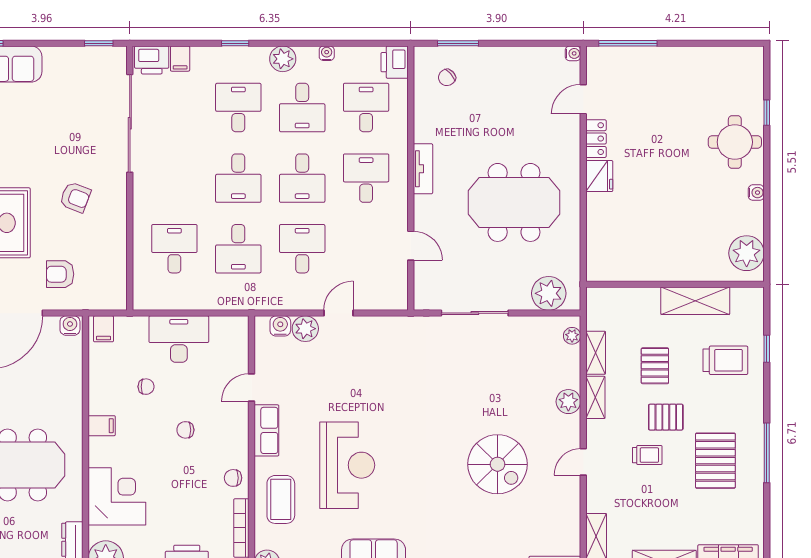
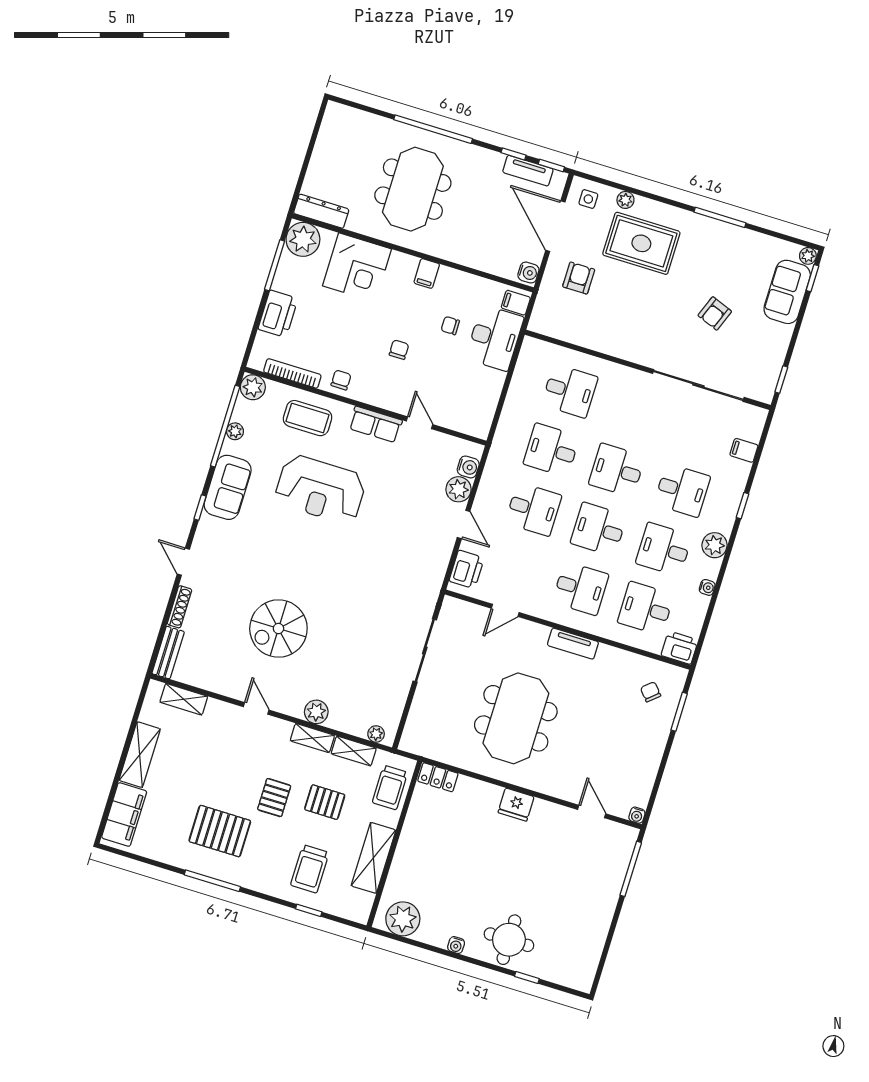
printer: (152, 60) -> (467, 569), moved, turned 180
desk: (366, 108) -> (646, 608), turned 180
locker: (596, 139) -> (438, 777), moved
armchair: (75, 197) -> (715, 313), moved
plant: (549, 293) -> (422, 724), removed
desk: (179, 339) -> (495, 338), moved
chair: (146, 387) -> (450, 326), turned 90
trolley: (647, 455) -> (390, 788), moved, width x1.36, depth x1.39

